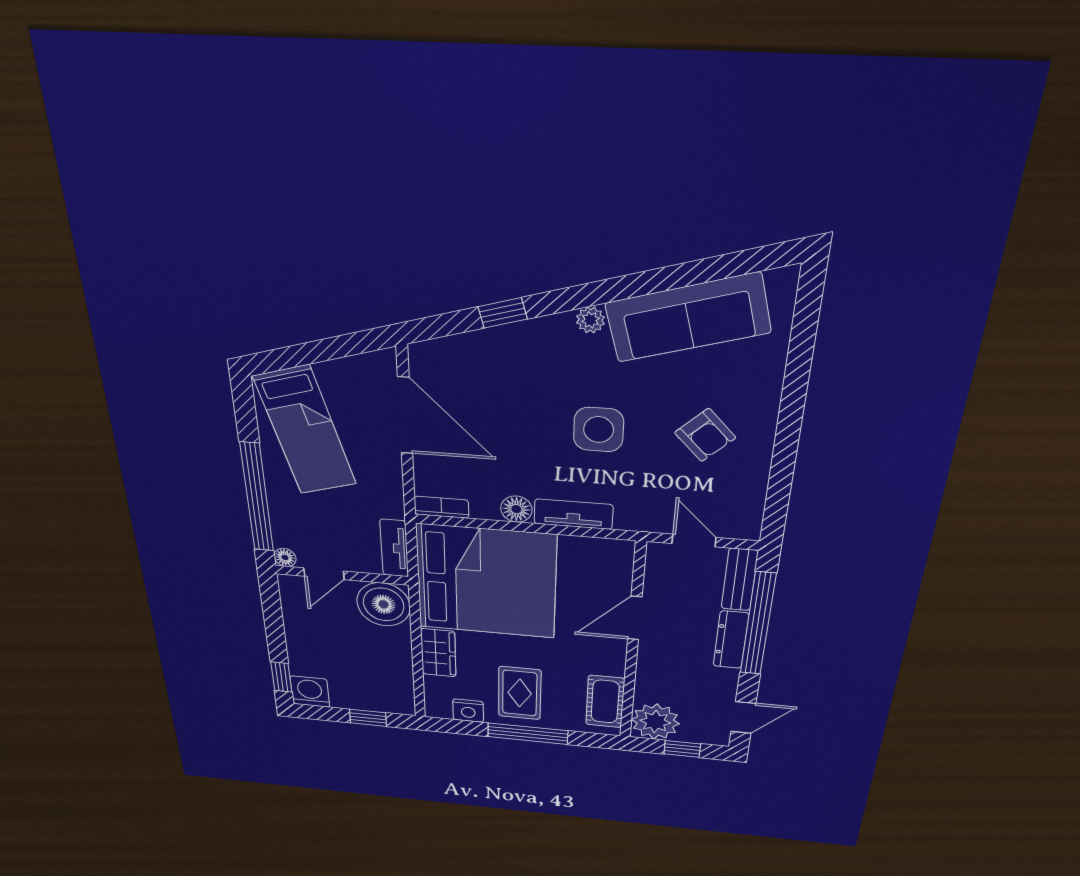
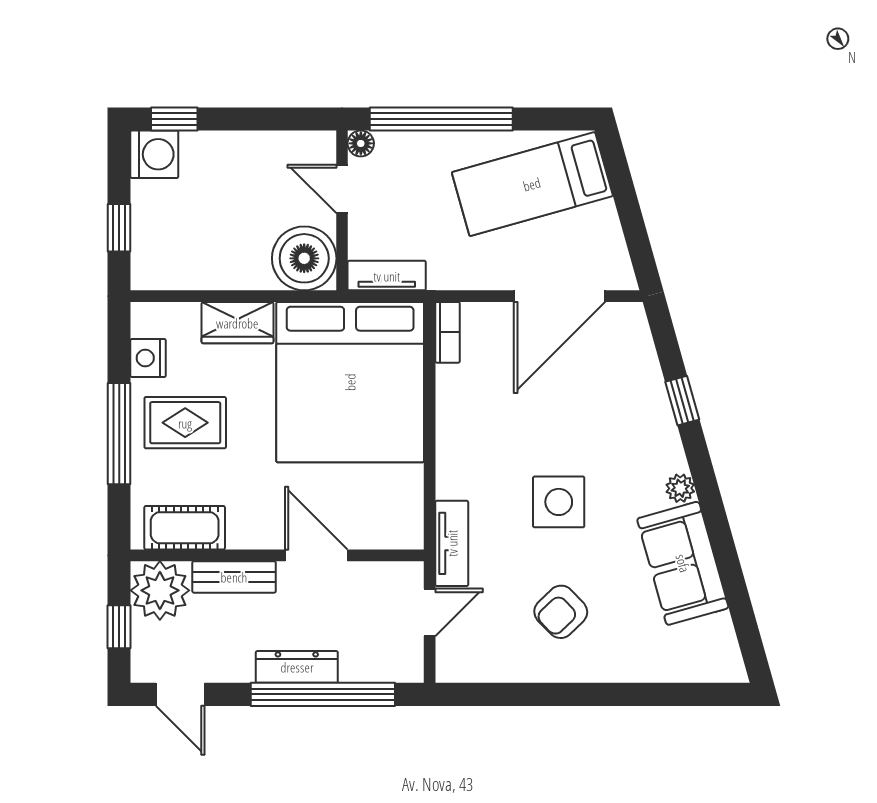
sofa: (688, 318) -> (683, 563), width x0.73
floor lamp: (516, 509) -> (453, 416), removed
tv unit: (573, 514) -> (452, 543), moved
bench: (740, 580) -> (234, 577), moved

